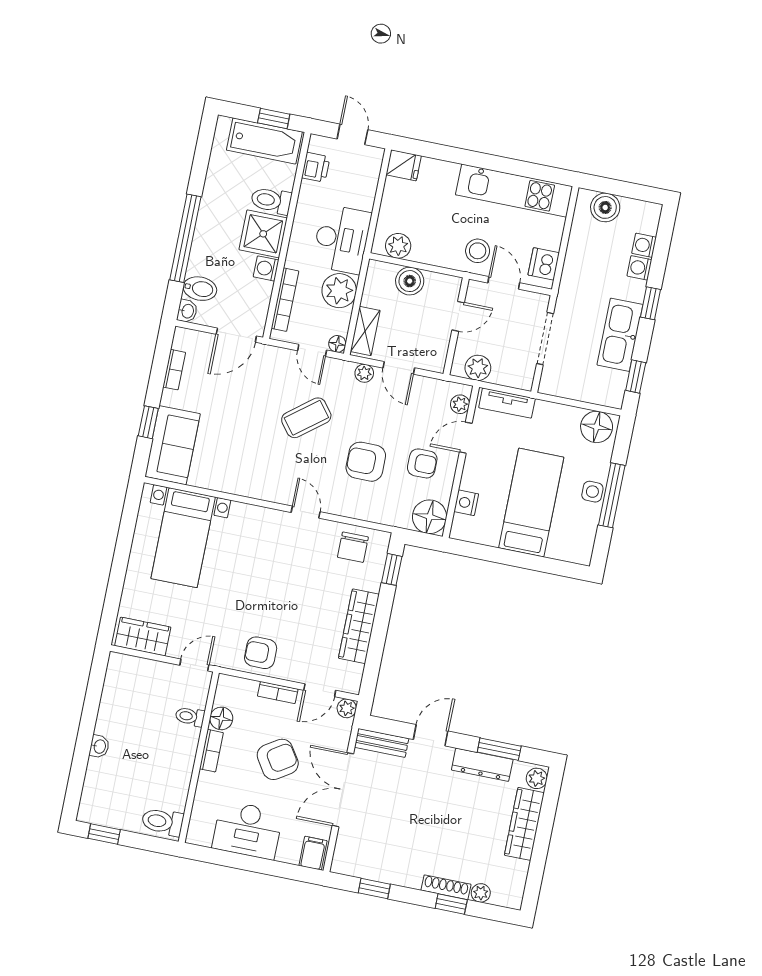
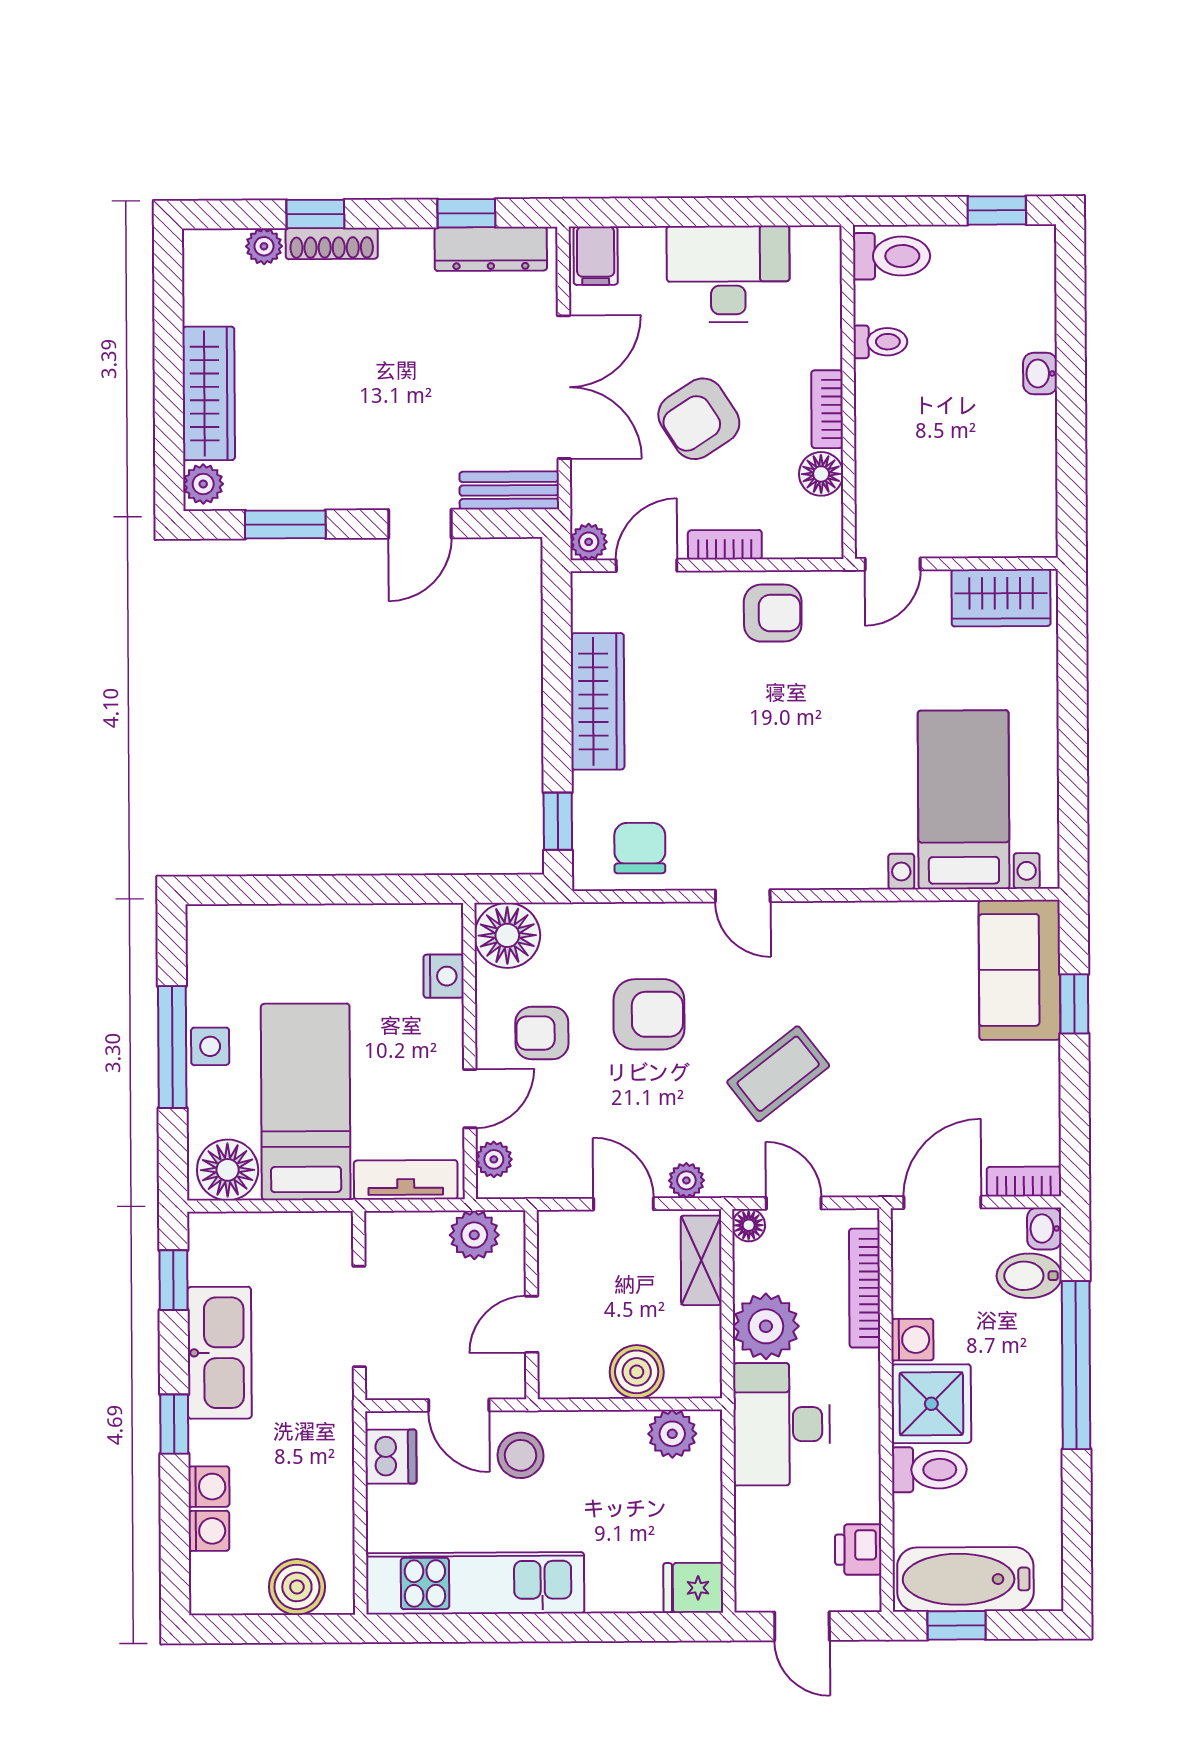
bookcase: (174, 370) -> (1024, 1181), moved, turned 90
bed: (531, 503) -> (306, 1102), moved, turned 180
toilet: (190, 717) -> (880, 342), moved
dresser: (482, 765) -> (491, 249), moved, turned 180

